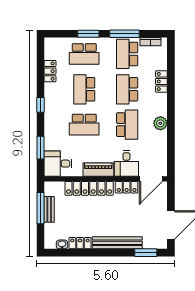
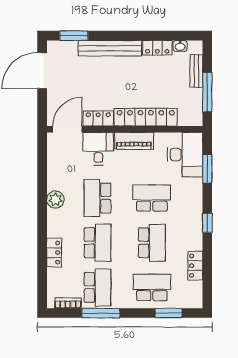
window: (88, 34) -> (169, 313), moved
desk: (58, 164) -> (185, 155), width x1.37
bench: (49, 209) -> (196, 71), moved

